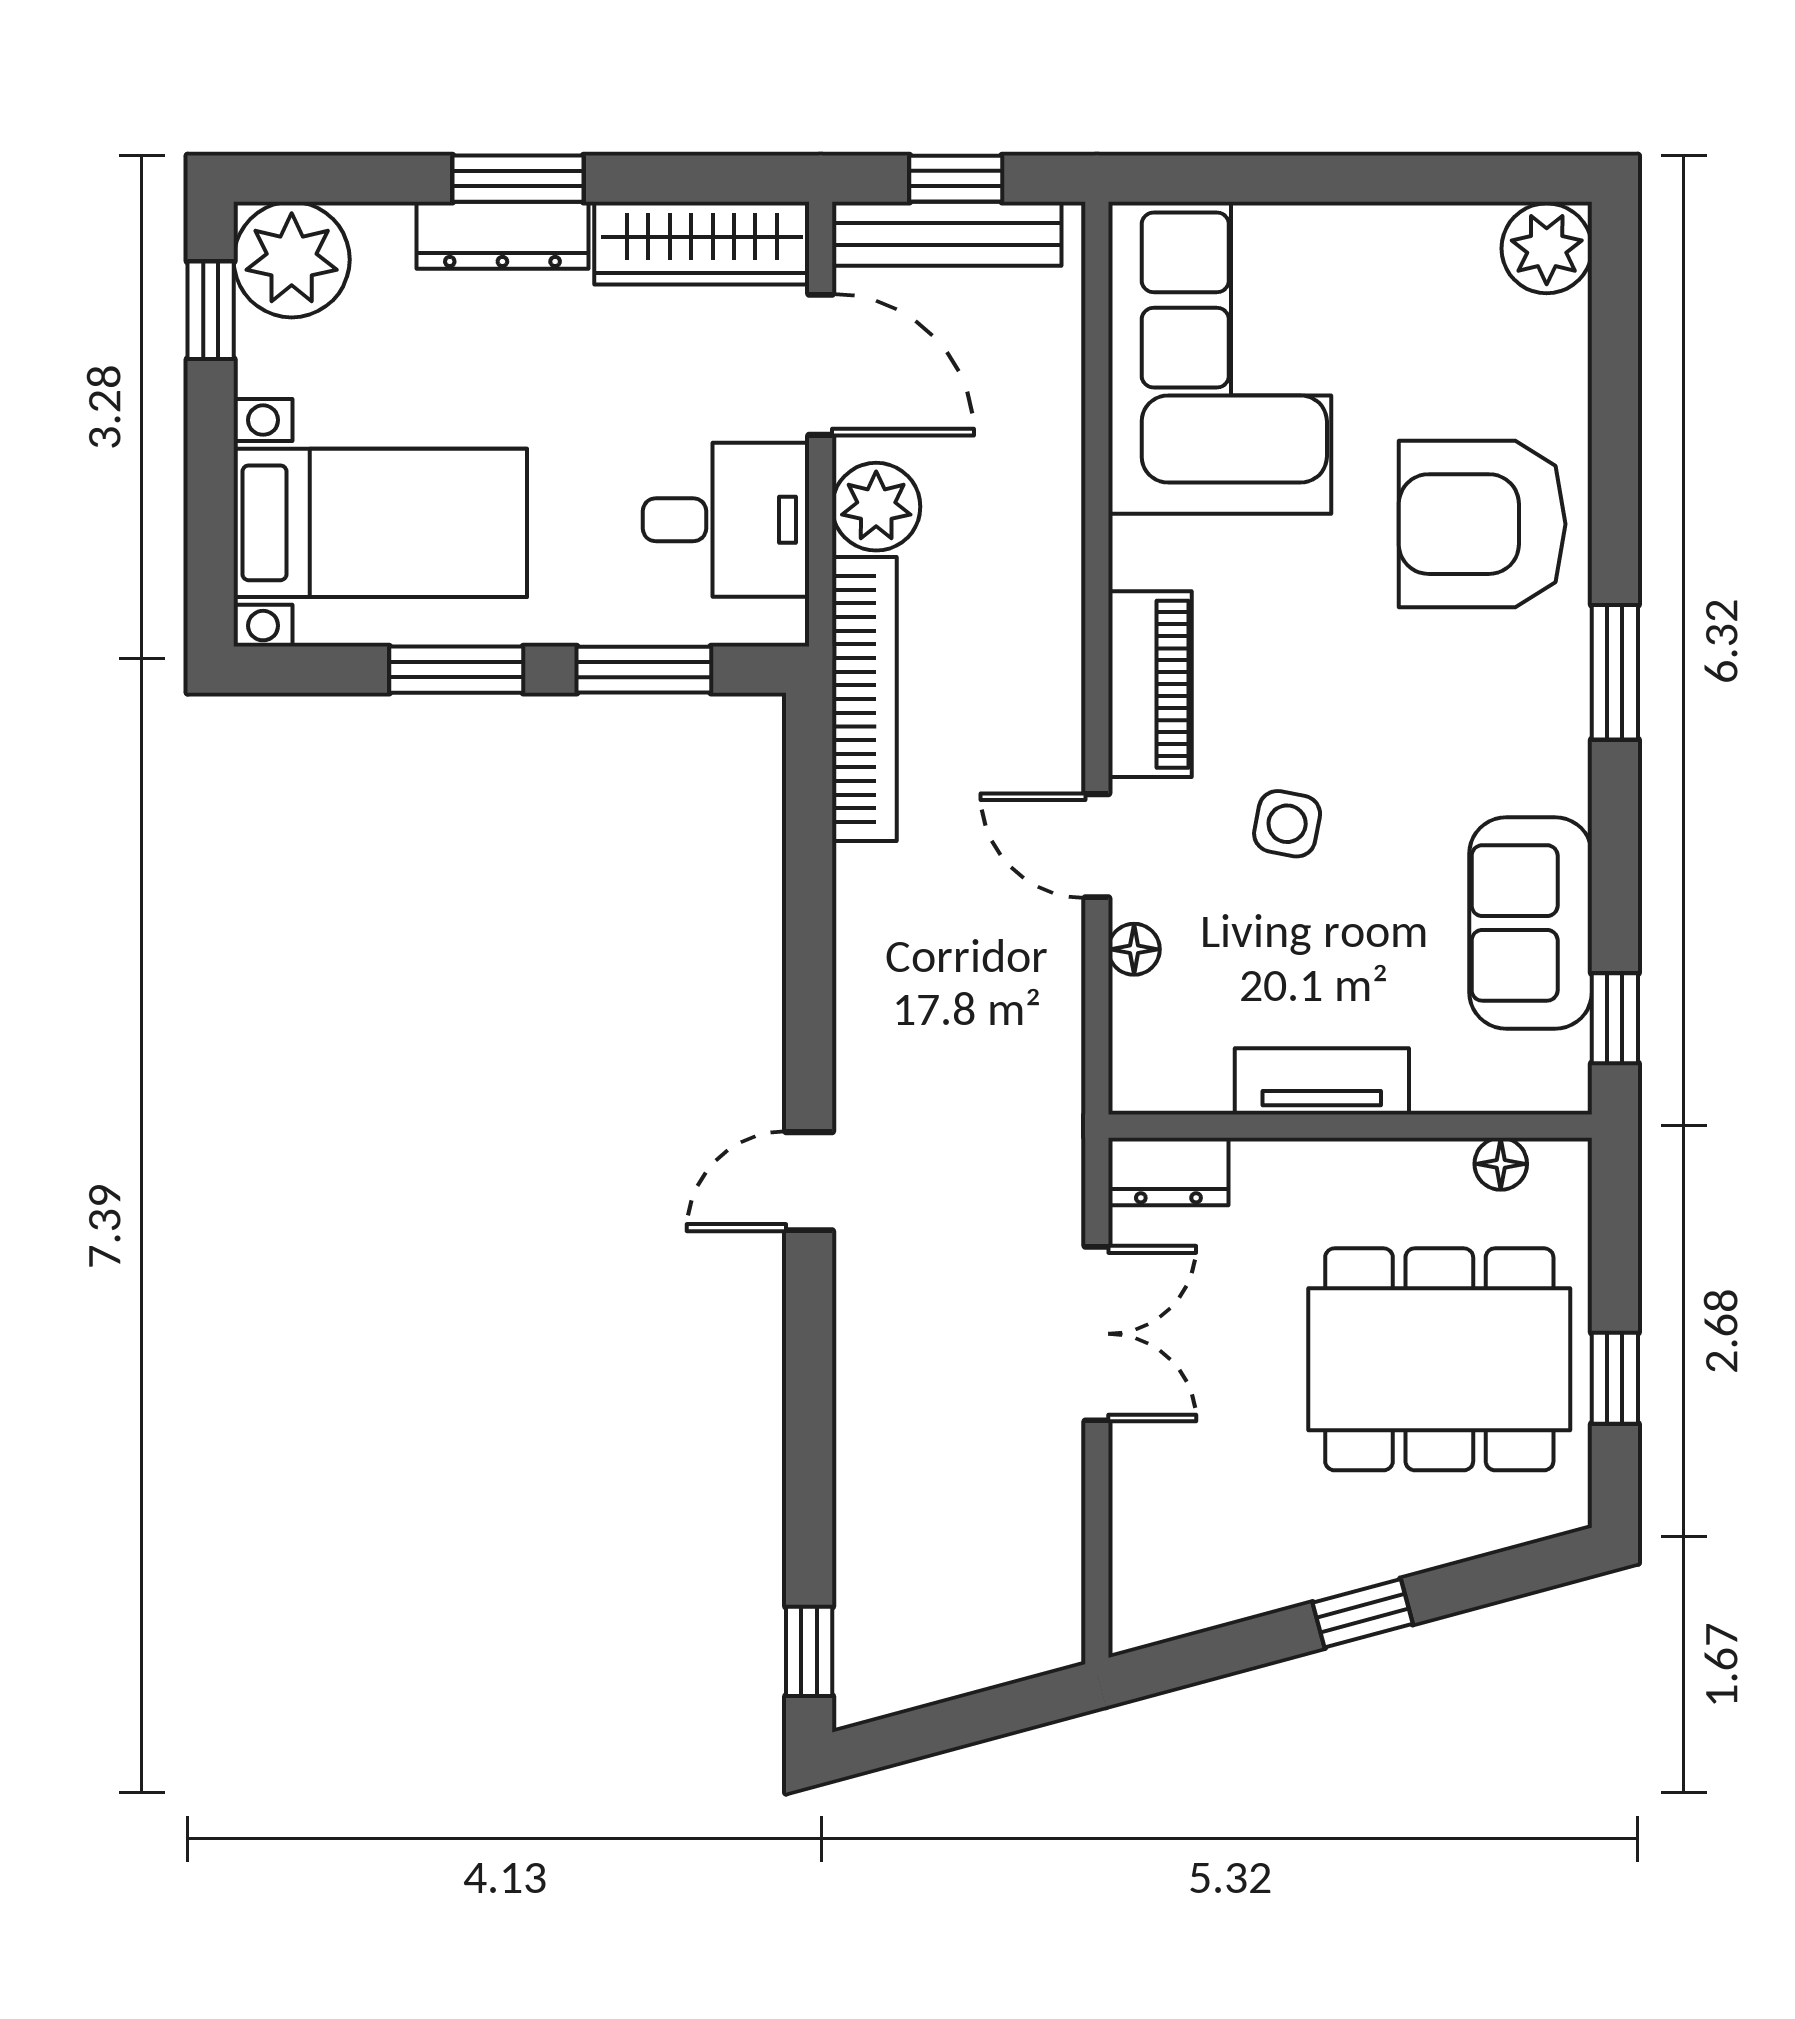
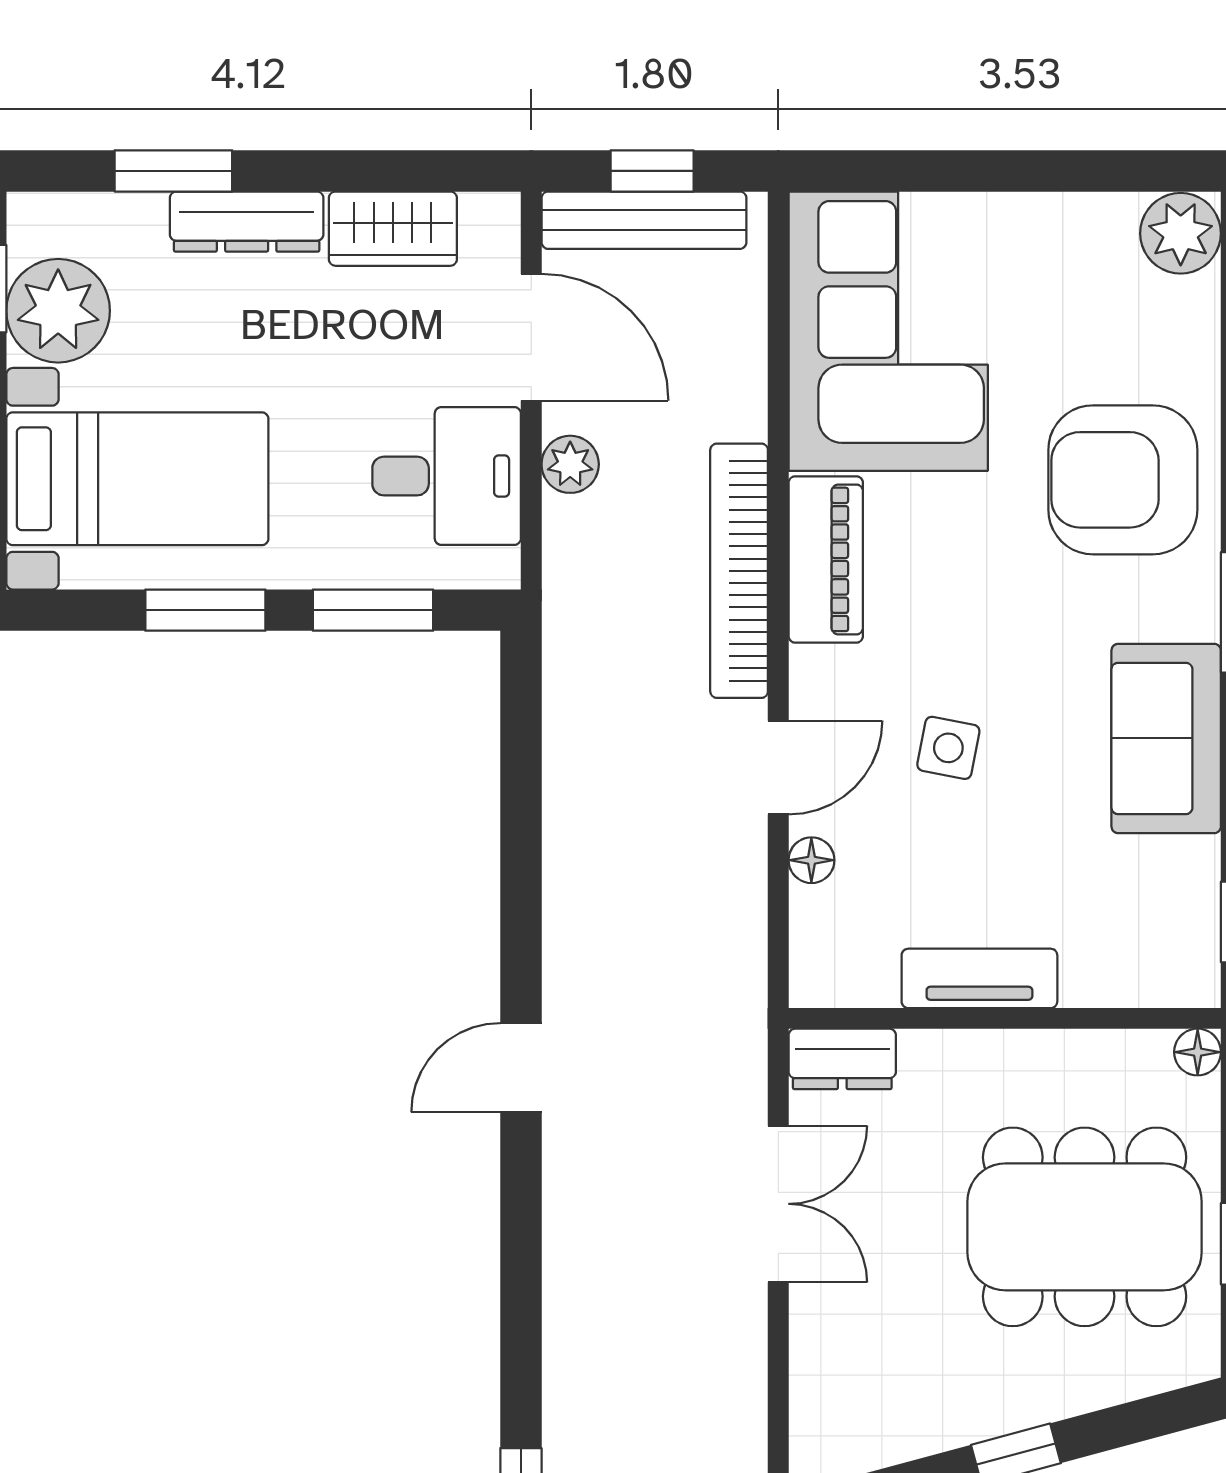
window: (518, 179) -> (173, 171), moved
wardrobe: (702, 243) -> (393, 229), width x0.67
plant: (292, 260) -> (58, 311), moved
plant: (876, 507) -> (570, 464), width x0.73, depth x0.73
piano: (1150, 684) -> (826, 559), moved
bookcase: (864, 699) -> (739, 571), moved, turned 180
door: (1097, 846) -> (778, 768), swing flipped
sofa: (1531, 923) -> (1166, 738), moved
floor lamp: (1501, 1164) -> (1198, 1052), moved

